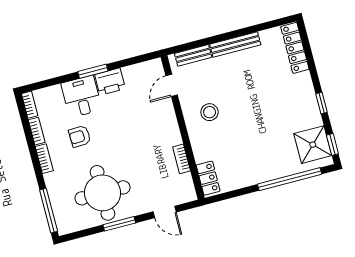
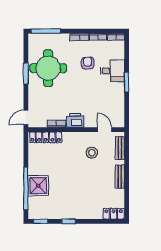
bench: (235, 45) -> (120, 177), width x0.73
locker: (295, 48) -> (114, 214), width x0.66
printer: (110, 82) -> (75, 120), moved, turned 90
stool: (210, 112) -> (92, 153), moved
shower: (313, 145) -> (38, 186), moved
locker: (208, 178) -> (46, 137), width x1.53
door: (165, 212) -> (26, 117), moved

